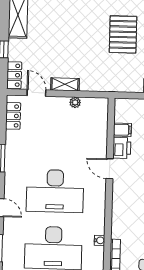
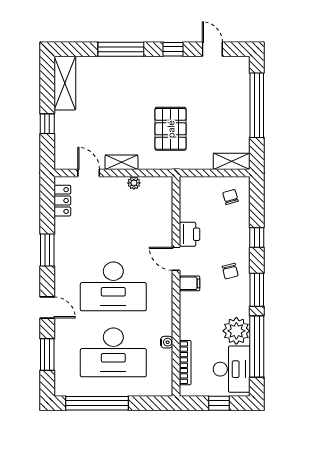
pallet: (123, 34) -> (171, 129), moved
locker: (14, 75) -> (62, 153), removed
filing cabinet: (122, 130) -> (190, 283), moved

